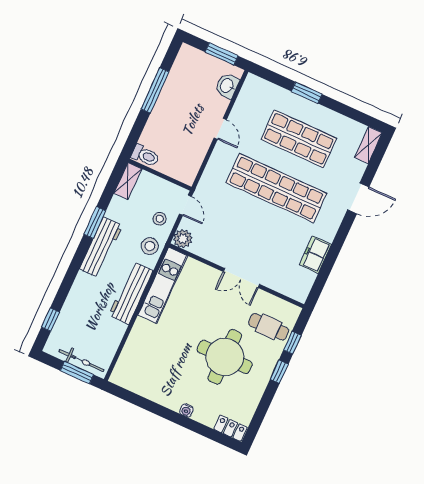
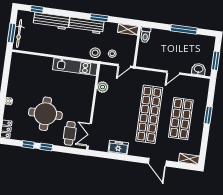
plant: (183, 239) -> (103, 87), moved
double door: (241, 278) -> (89, 135), moved
workbench: (131, 293) -> (51, 21), moved, turned 180
window: (292, 343) -> (28, 144), moved

